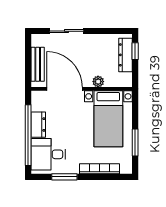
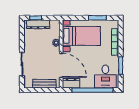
door: (65, 89) -> (61, 65), swing flipped
dresser: (38, 125) -> (71, 83), moved

